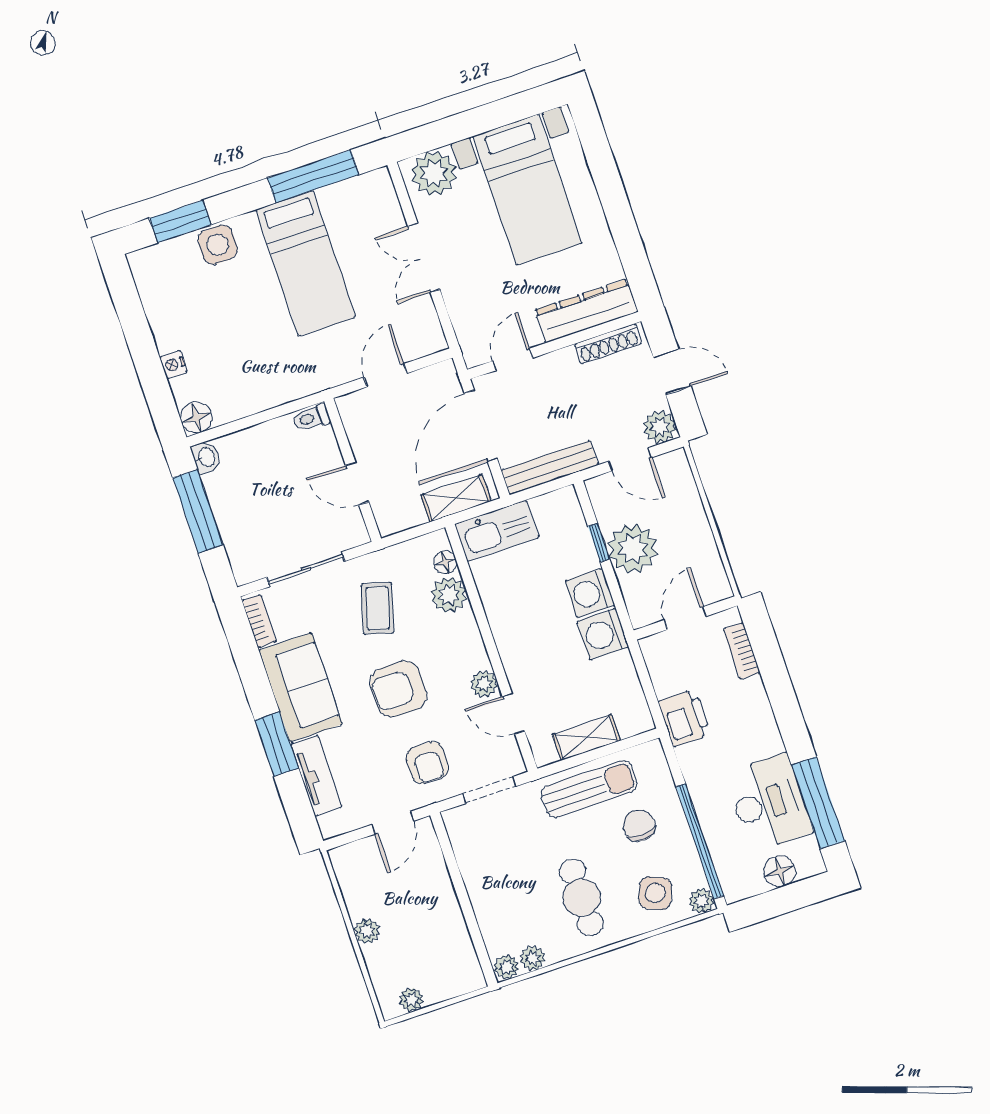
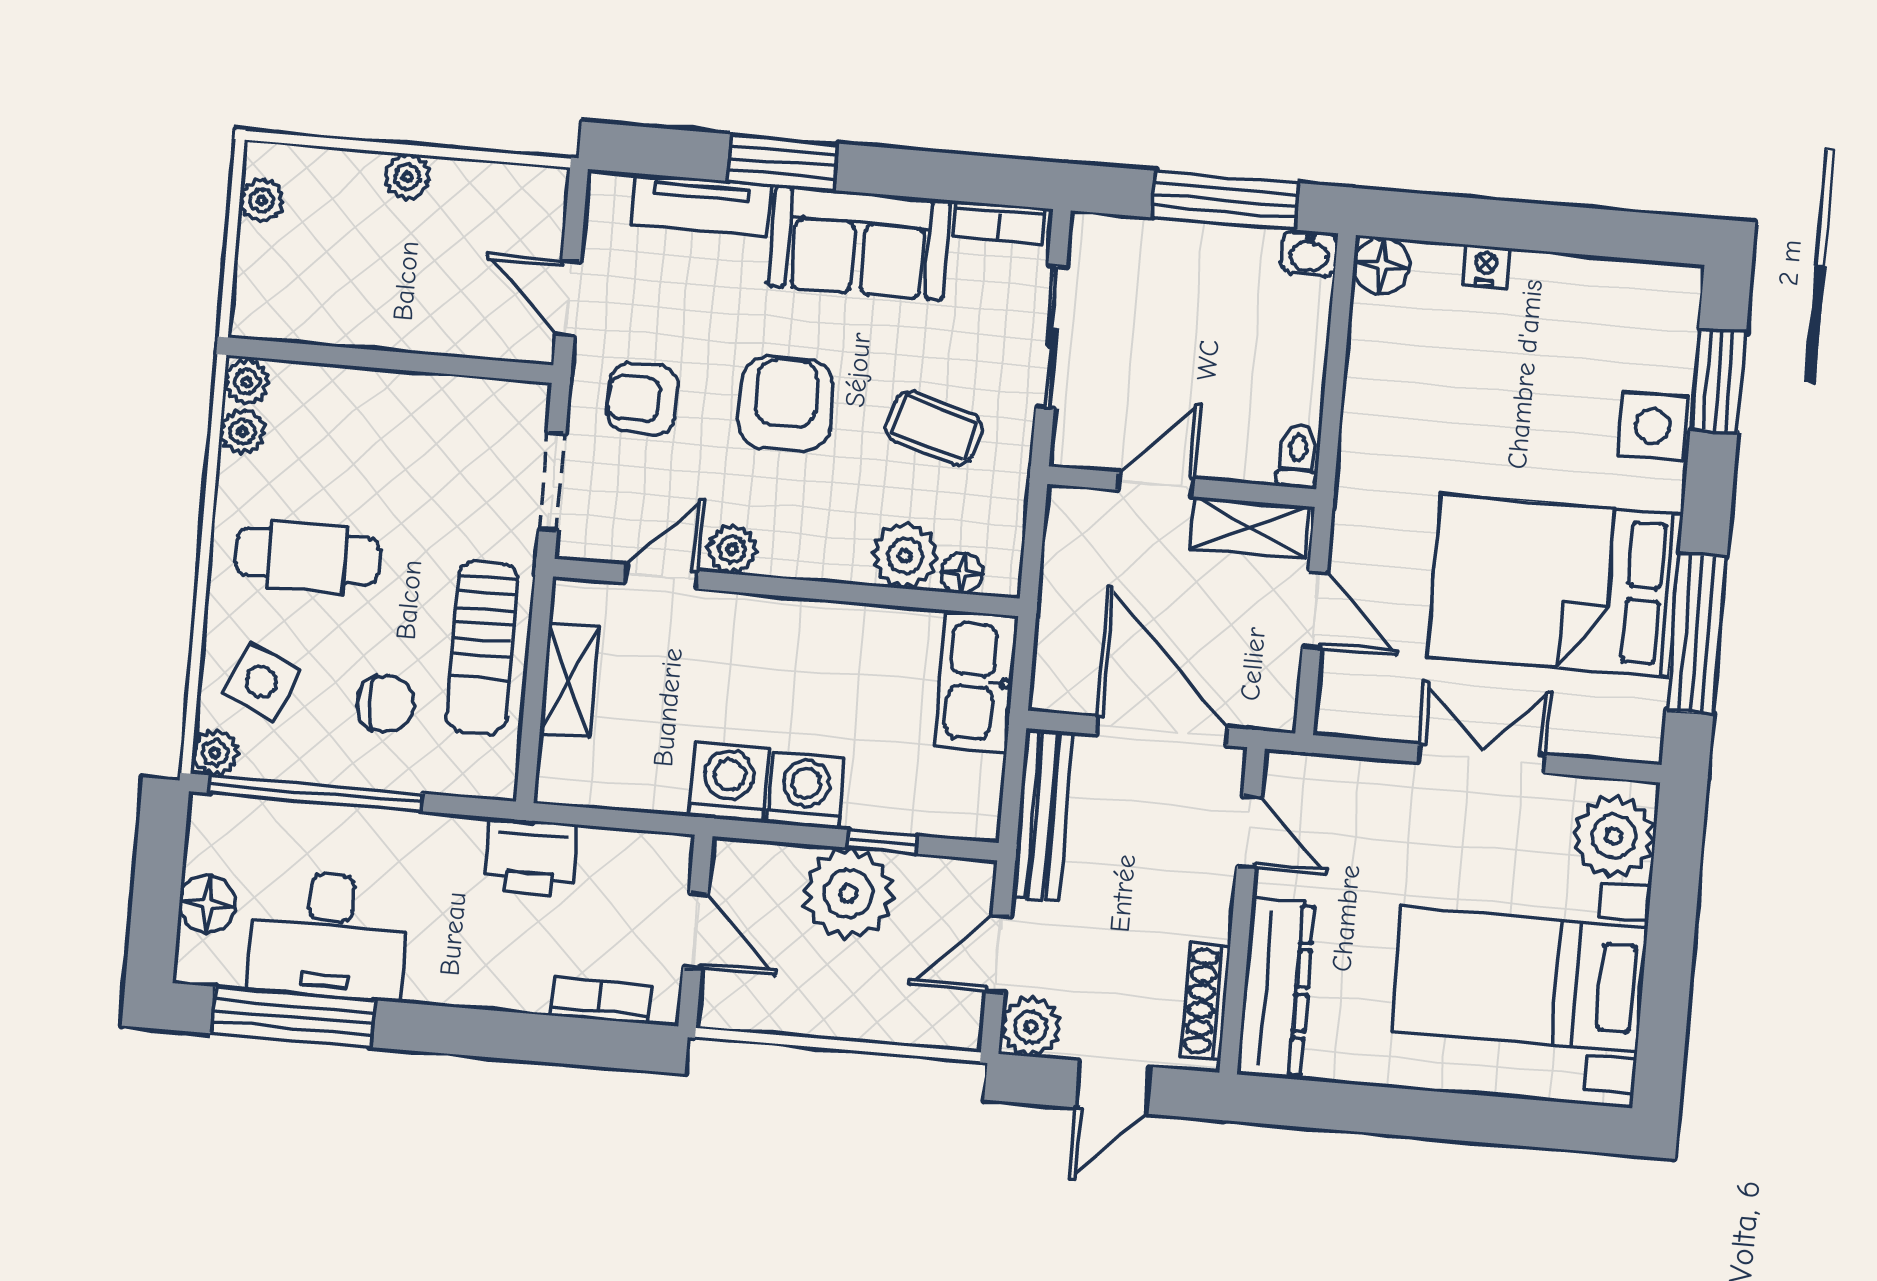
bed: (306, 263) -> (1555, 586), width x1.50
shelving: (456, 498) -> (1250, 527), moved, turned 90

